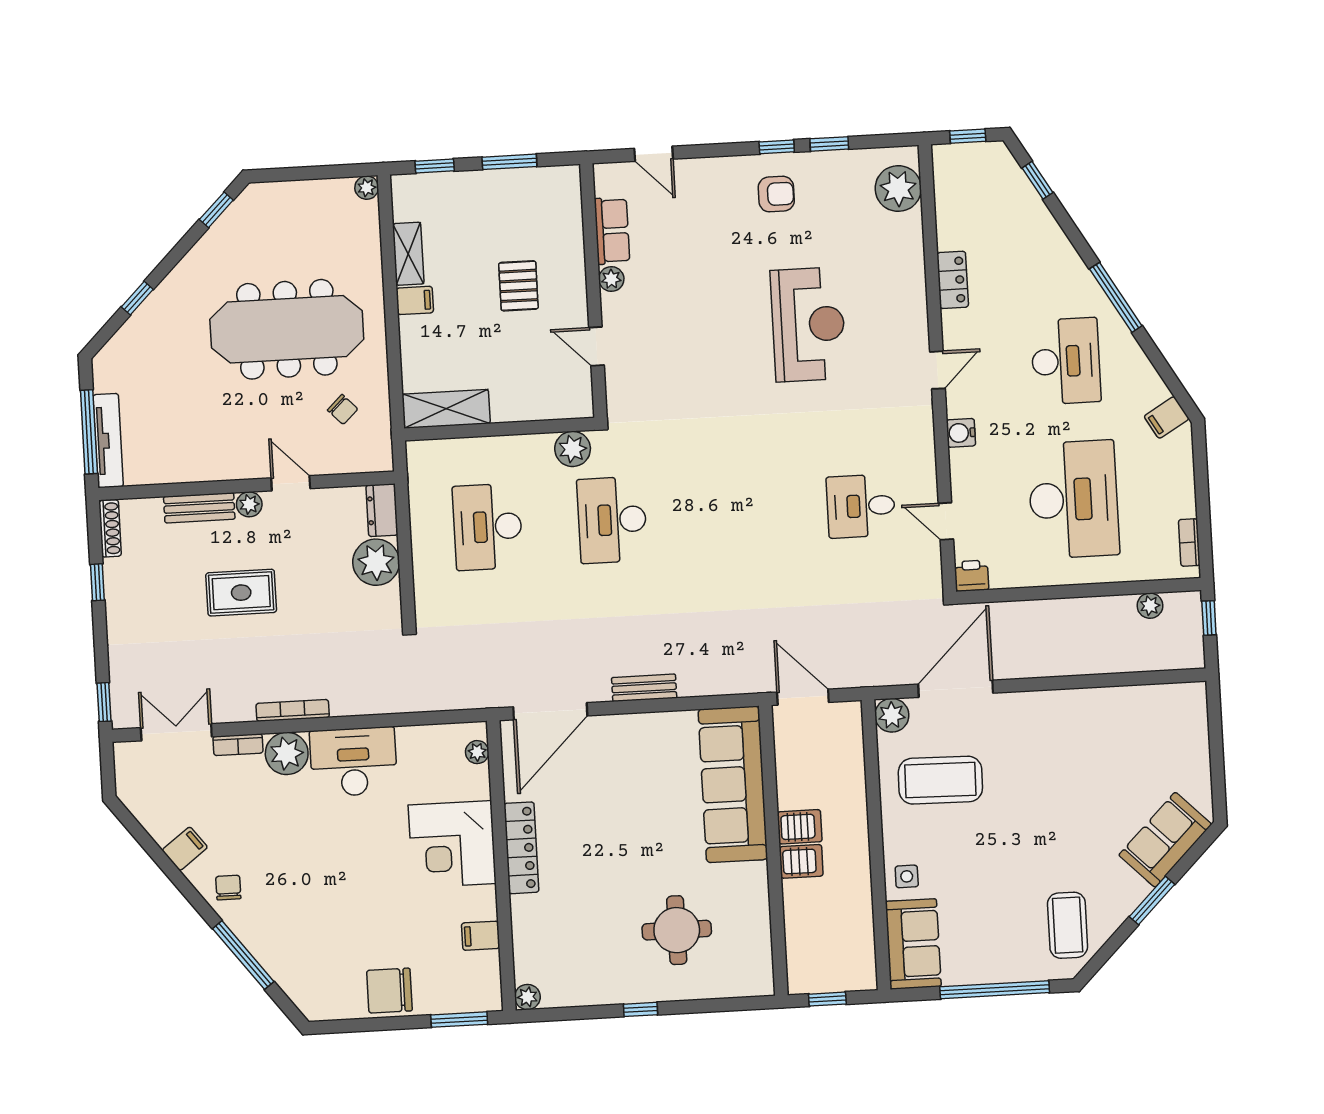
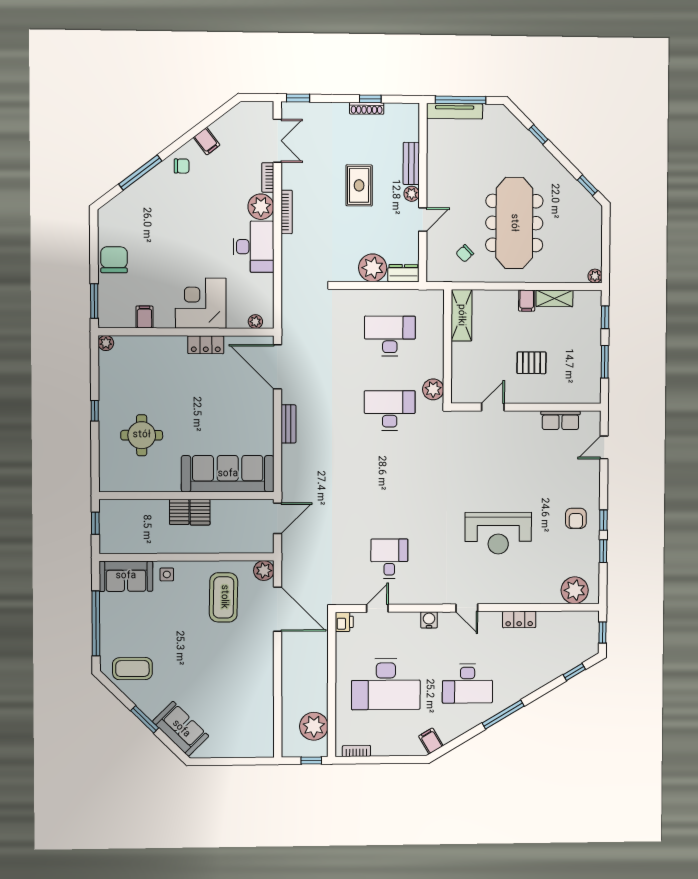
plant: (611, 279) -> (532, 418), removed
shoe rack: (110, 528) -> (367, 108), moved
plant: (1150, 606) -> (314, 726), width x1.88, depth x1.88
locker: (521, 848) -> (206, 345), width x0.66

